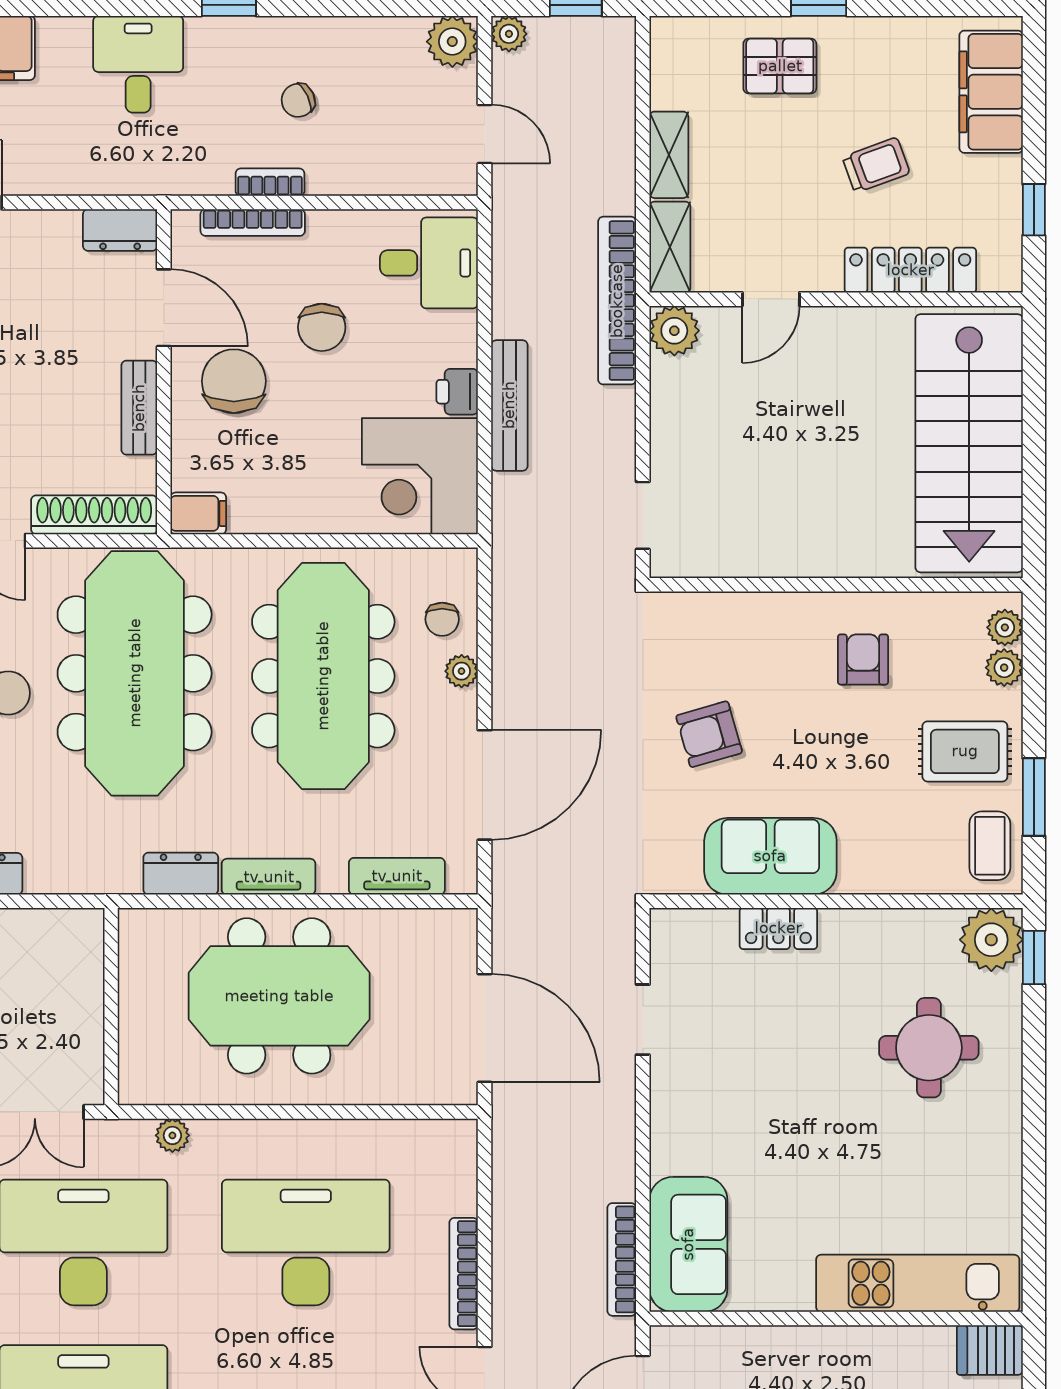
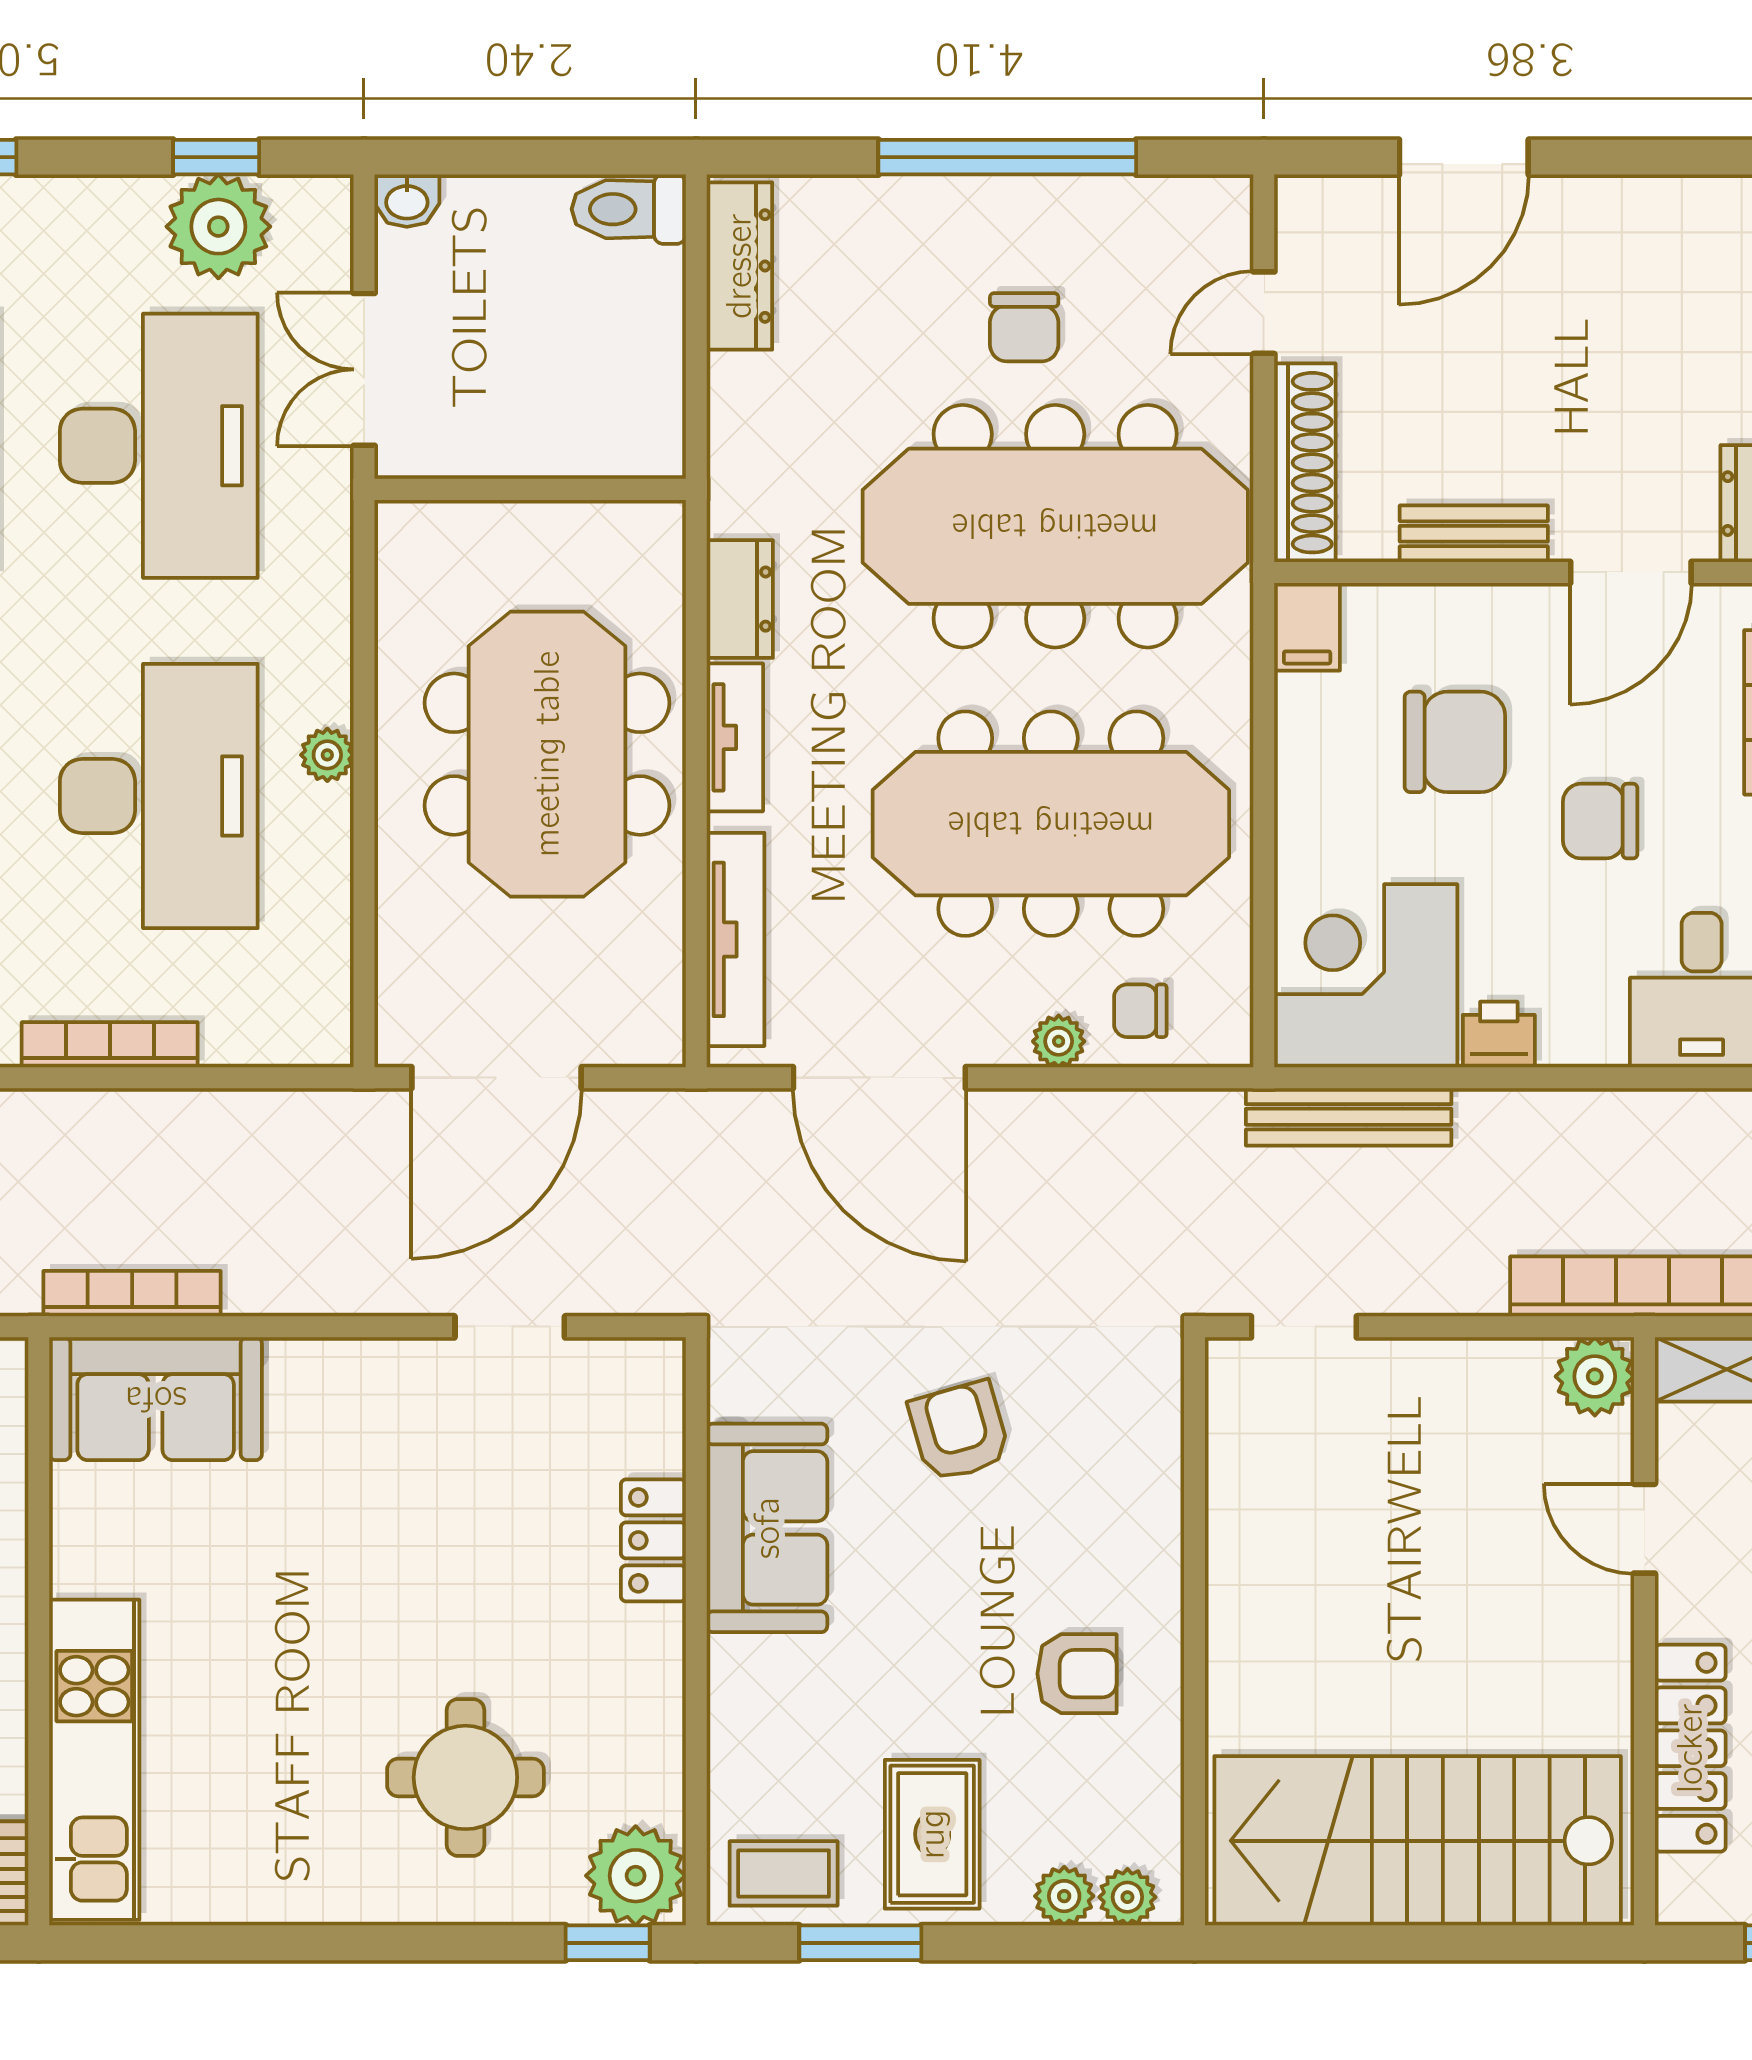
chair: (234, 381) -> (1455, 742), moved
bench: (509, 405) -> (1349, 1117), moved
tv unit: (397, 876) -> (736, 939), width x1.41
plant: (172, 1135) -> (327, 755), moved

